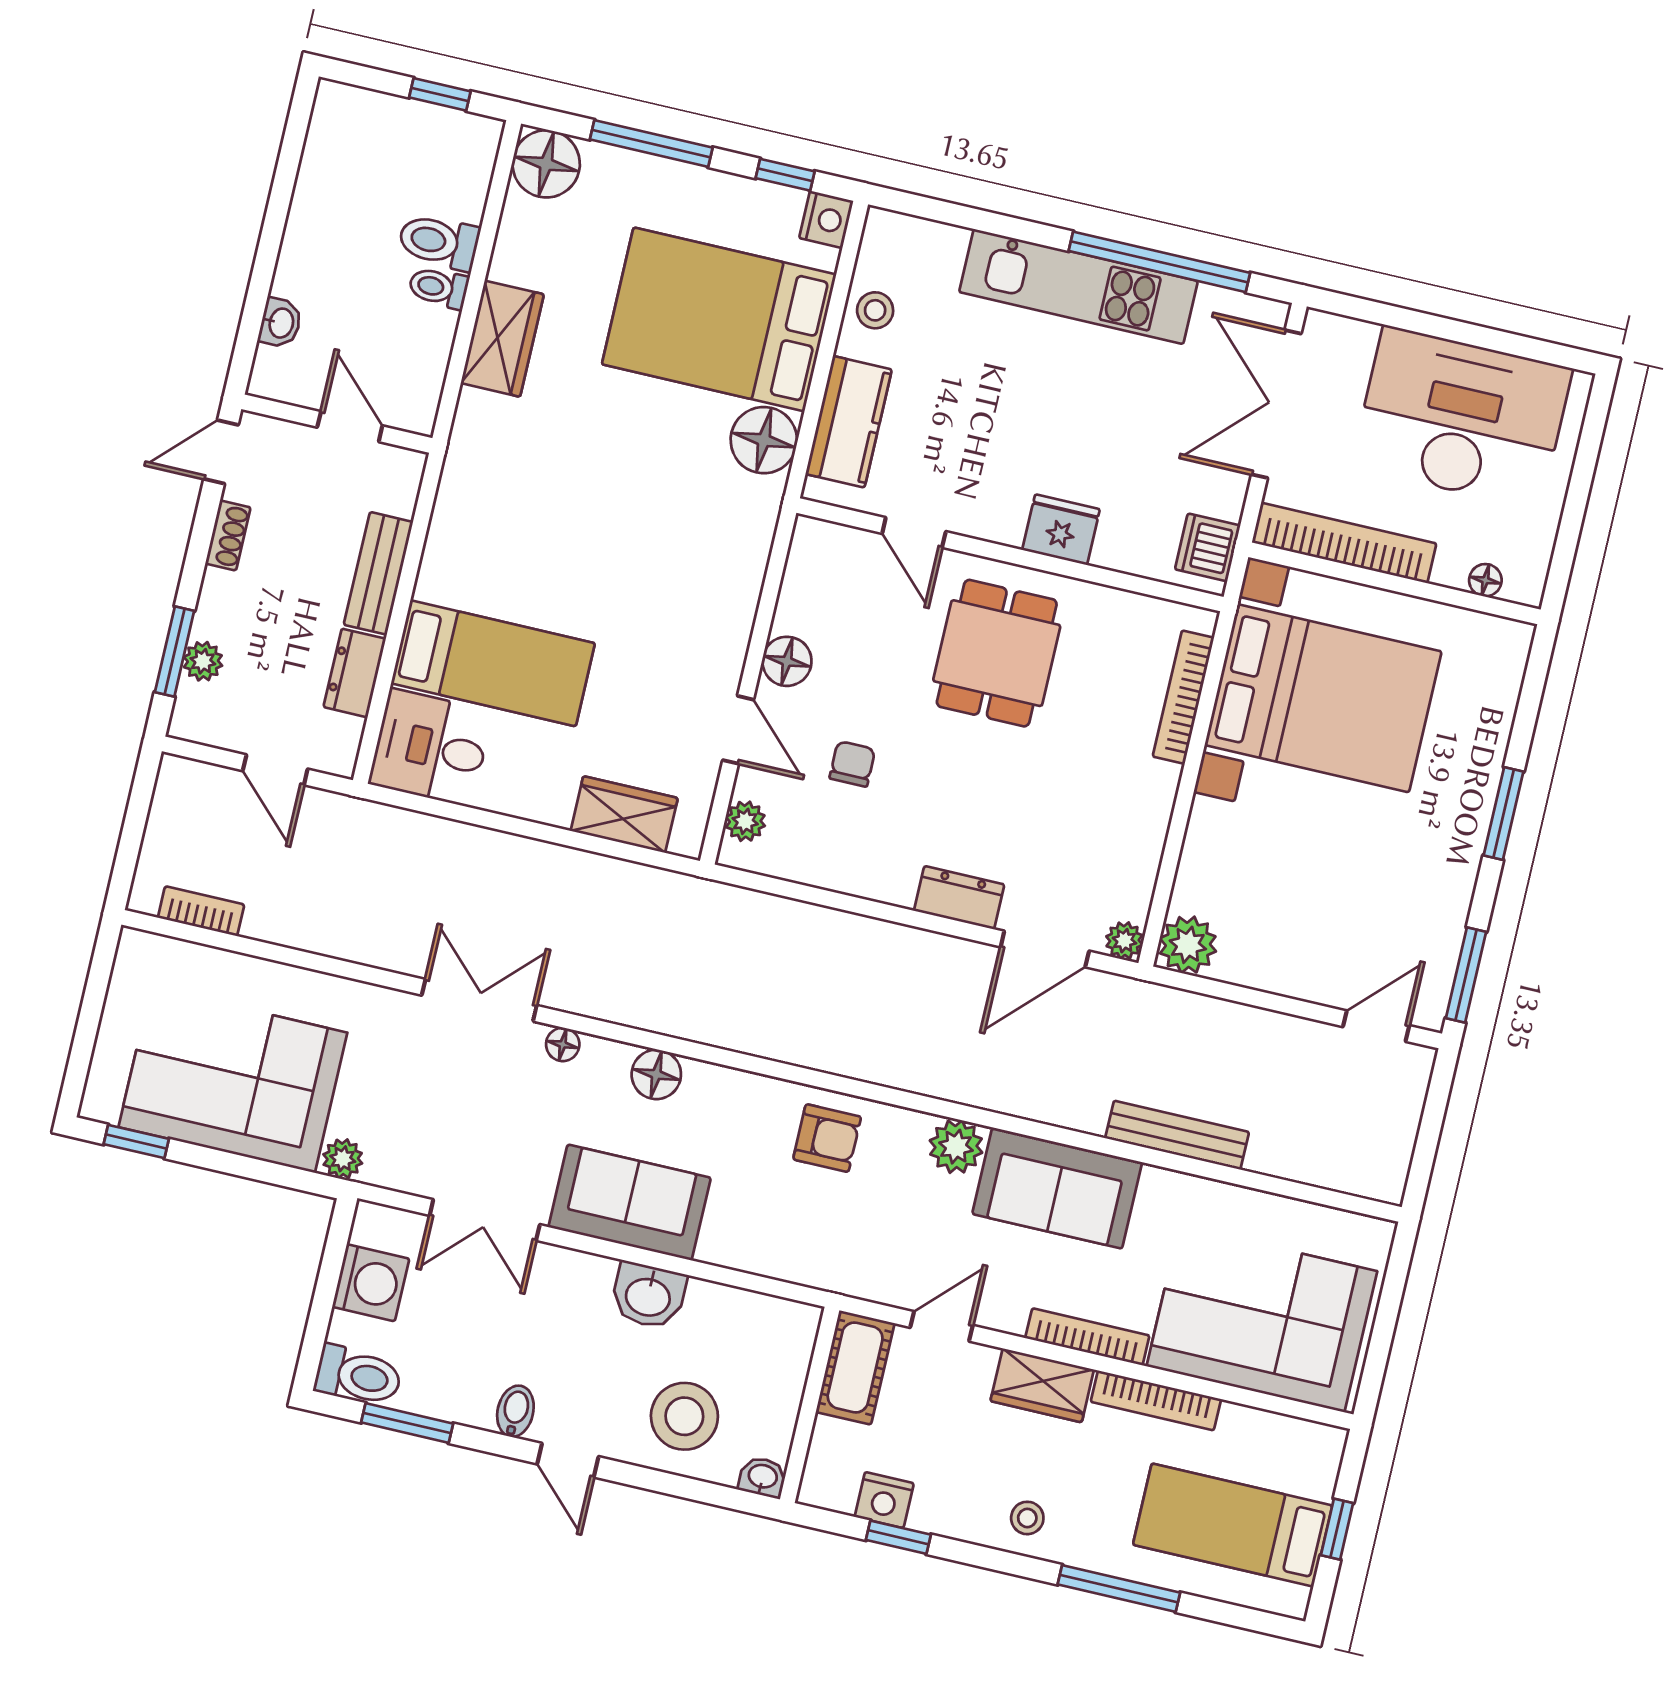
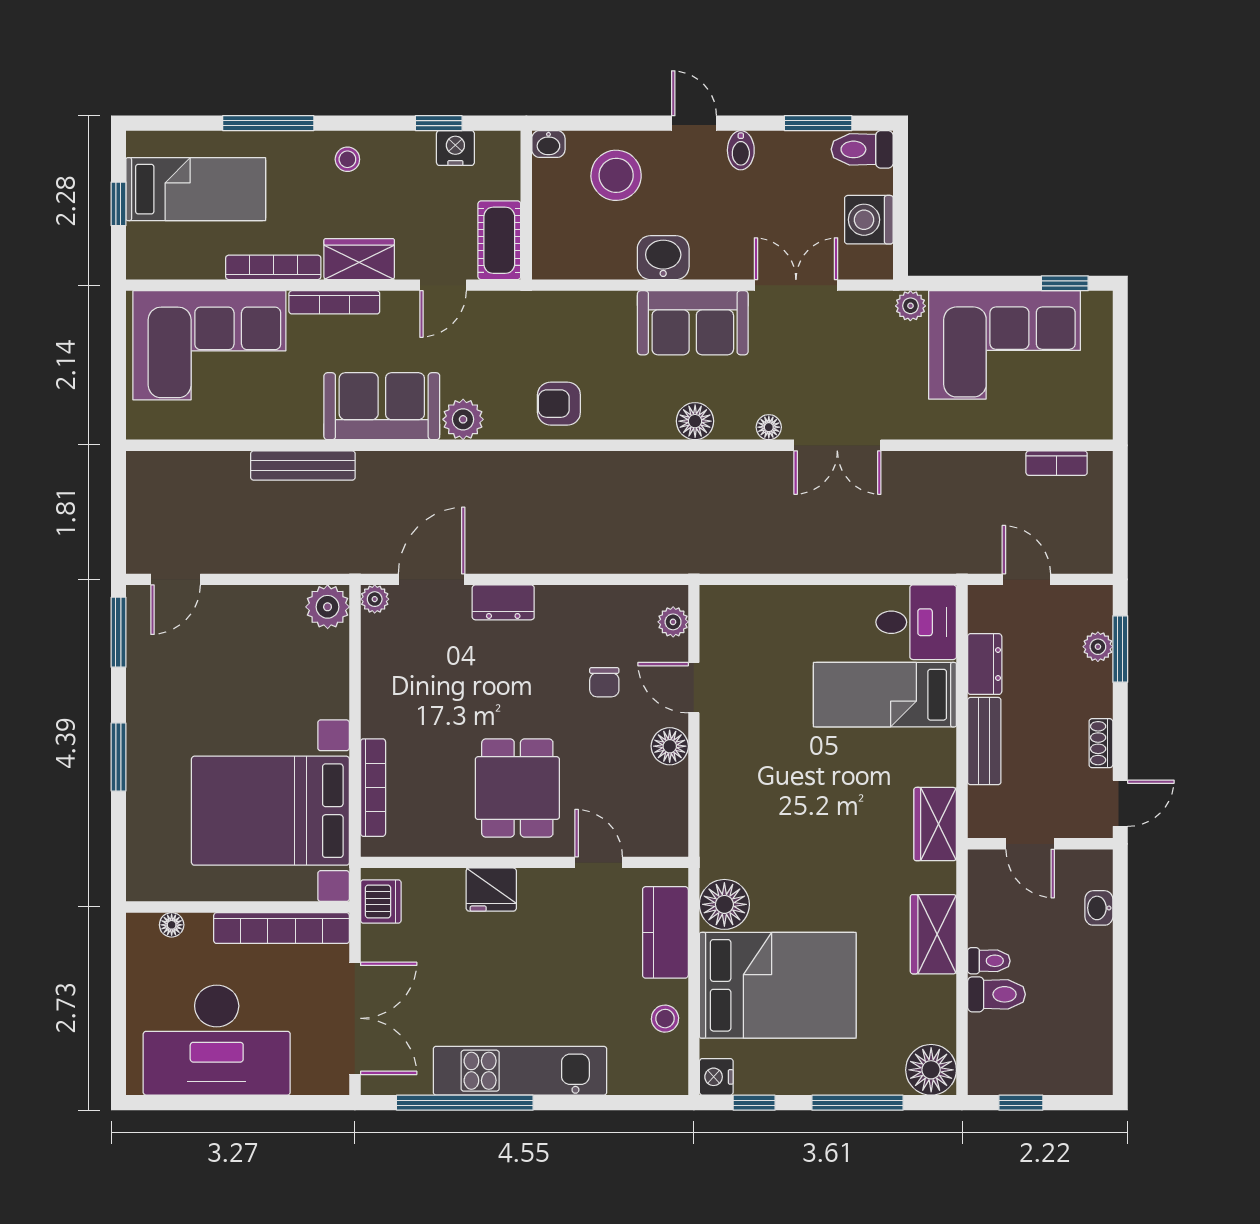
wardrobe: (624, 815) -> (935, 824), moved, turned 90

